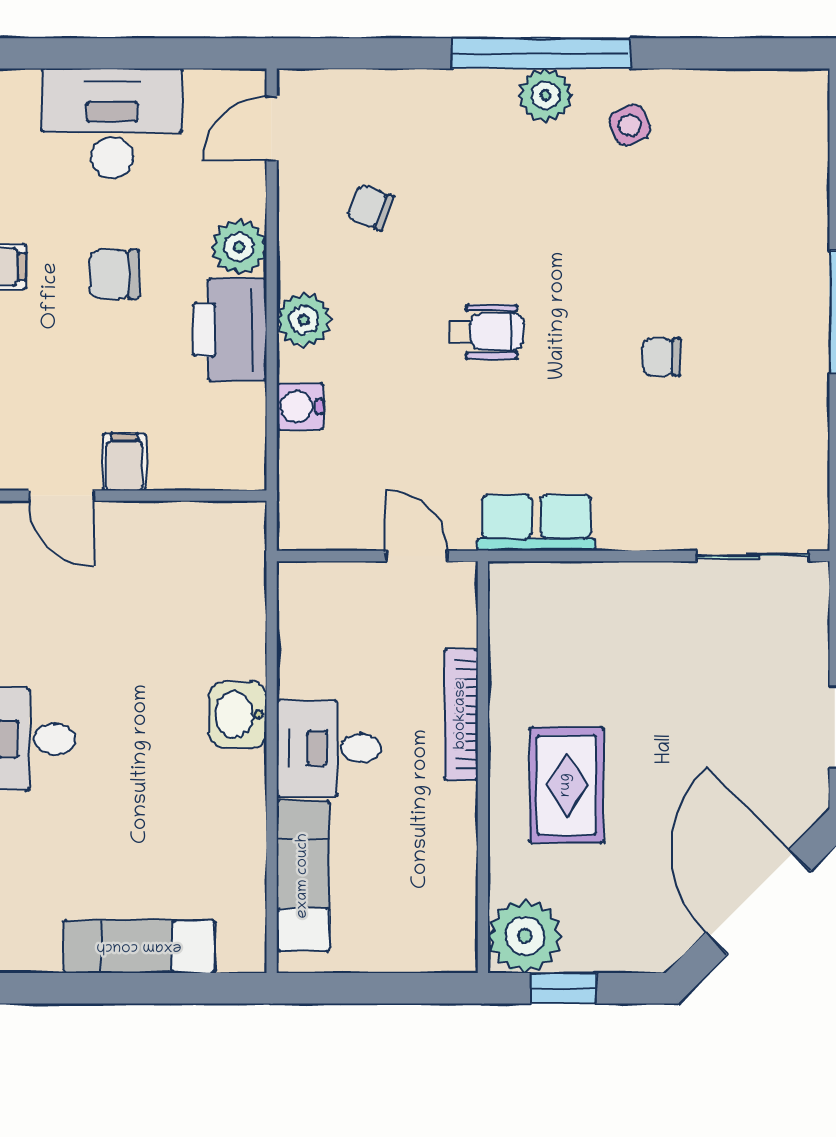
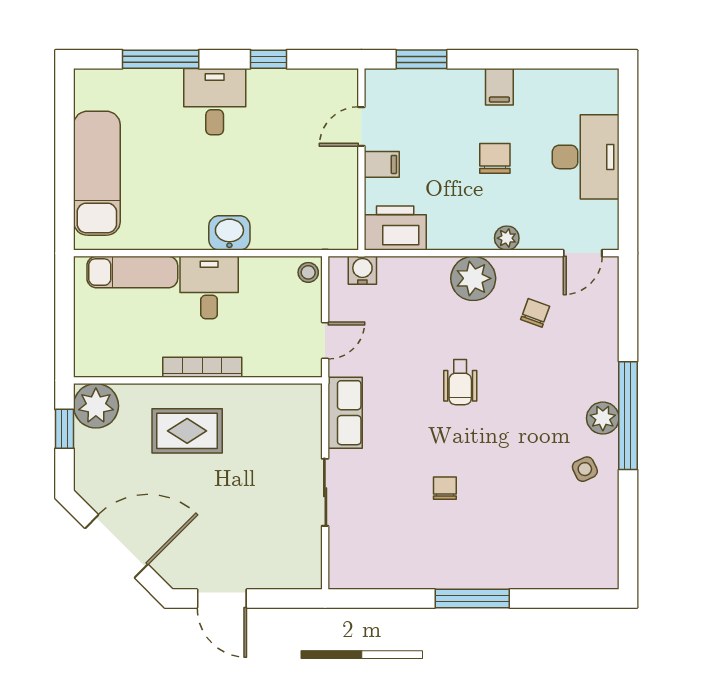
door: (272, 129) -> (583, 253), swing flipped
plant: (239, 247) -> (507, 238), width x0.73, depth x0.73
plant: (304, 320) -> (473, 278), width x1.36, depth x1.36
printer: (230, 330) -> (395, 228), moved
water cooler: (300, 406) -> (362, 270), moved
sliding door: (753, 556) -> (325, 492), moved
stool: (304, 584) -> (308, 272), added
bookcase: (461, 715) -> (202, 367), moved
exam couch: (139, 947) -> (97, 173), width x1.36, depth x1.45

